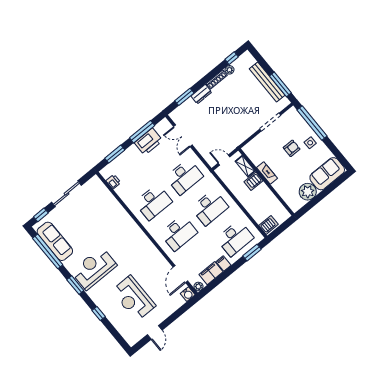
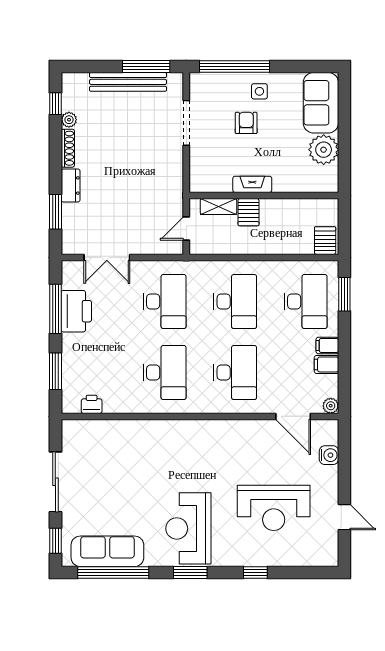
filing cabinet: (211, 273) -> (326, 364), width x0.50
water cooler: (188, 294) -> (329, 455), moved

